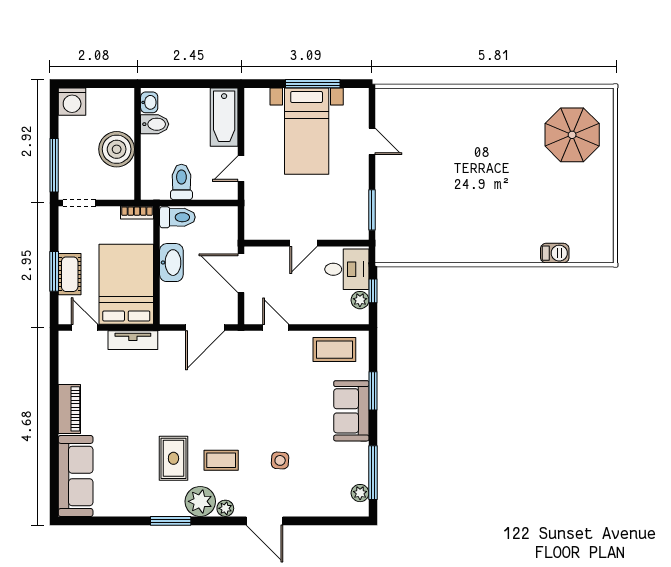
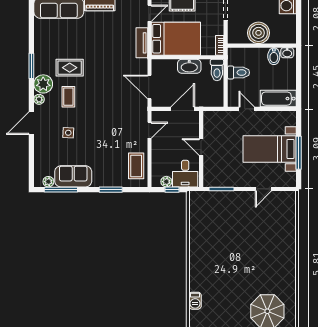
sofa: (351, 411) -> (73, 176), moved

